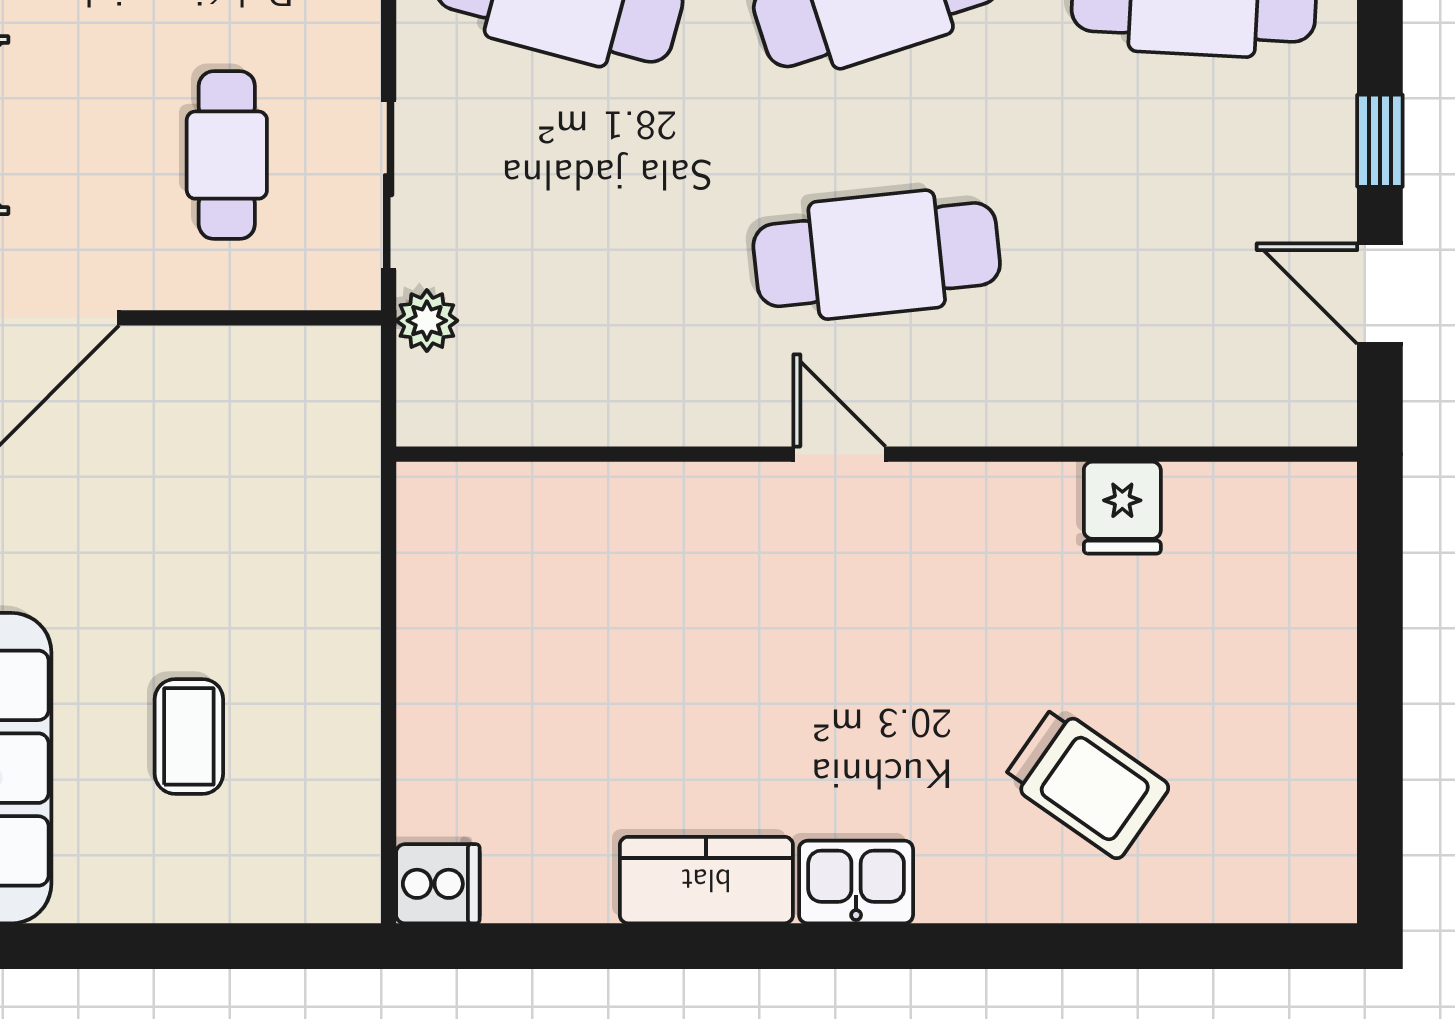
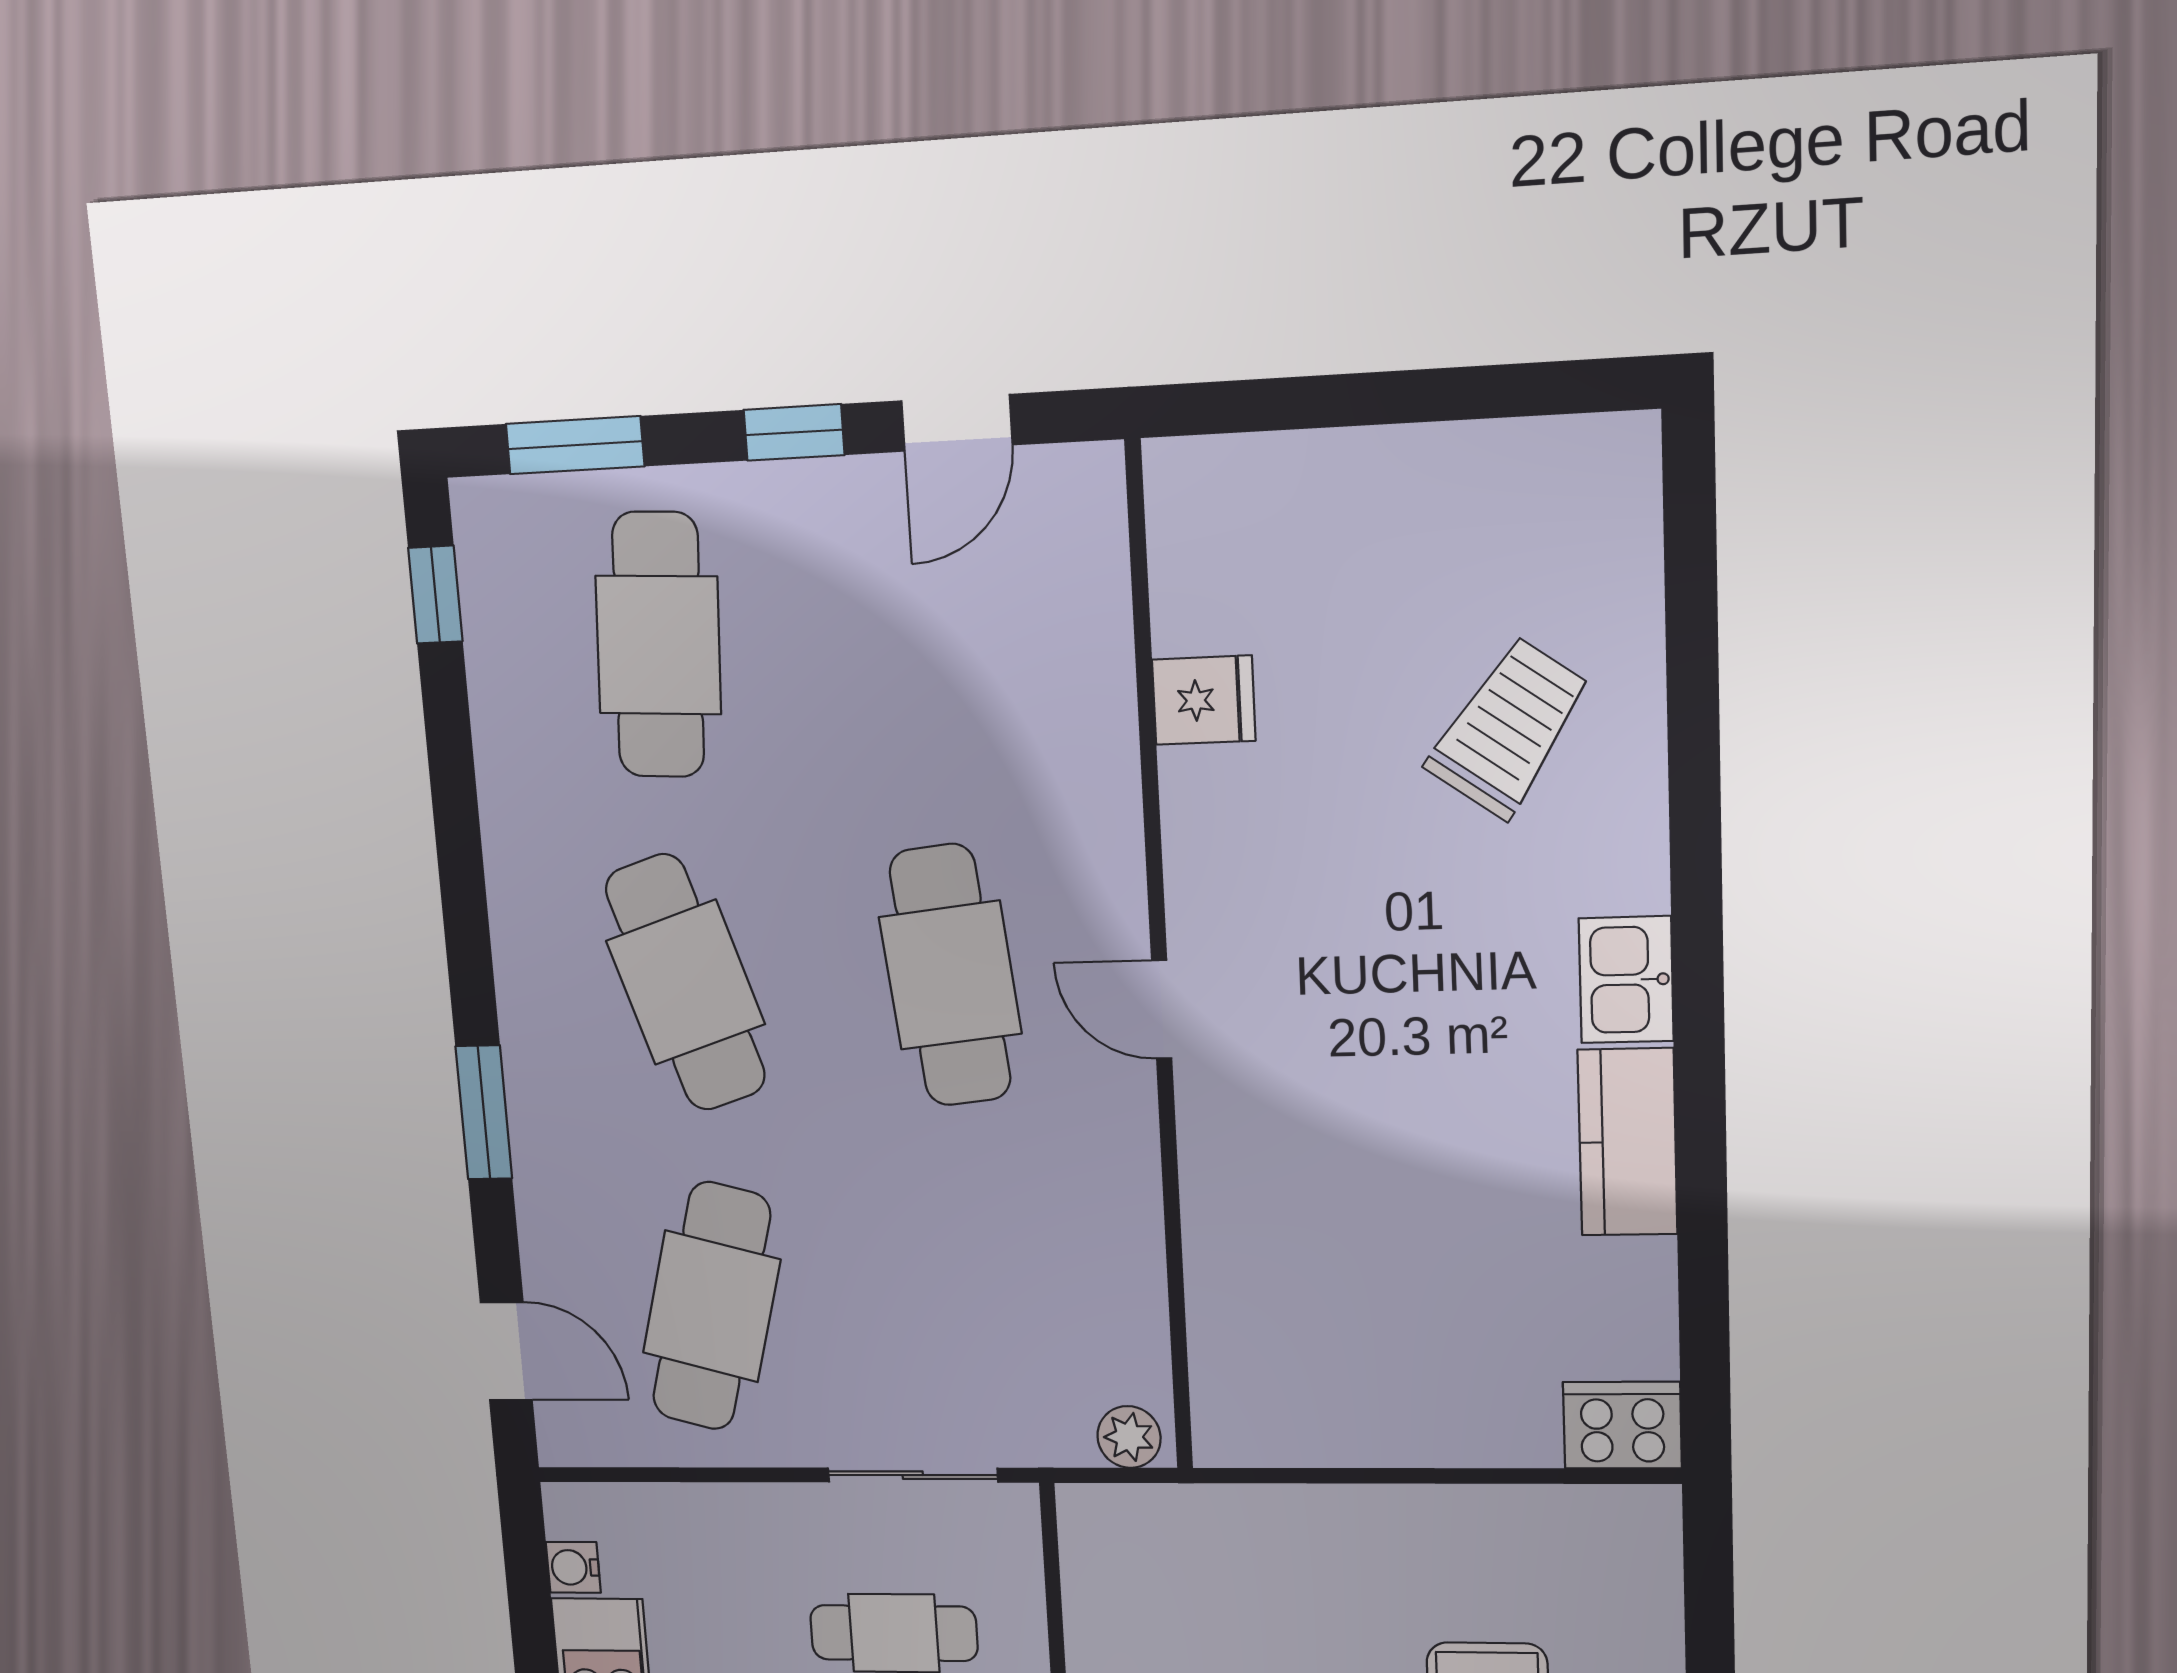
plant: (427, 321) -> (1129, 1437), moved
door: (840, 454) -> (1162, 1009), hinge flipped
cooker: (438, 884) -> (1622, 1425), width x1.36

